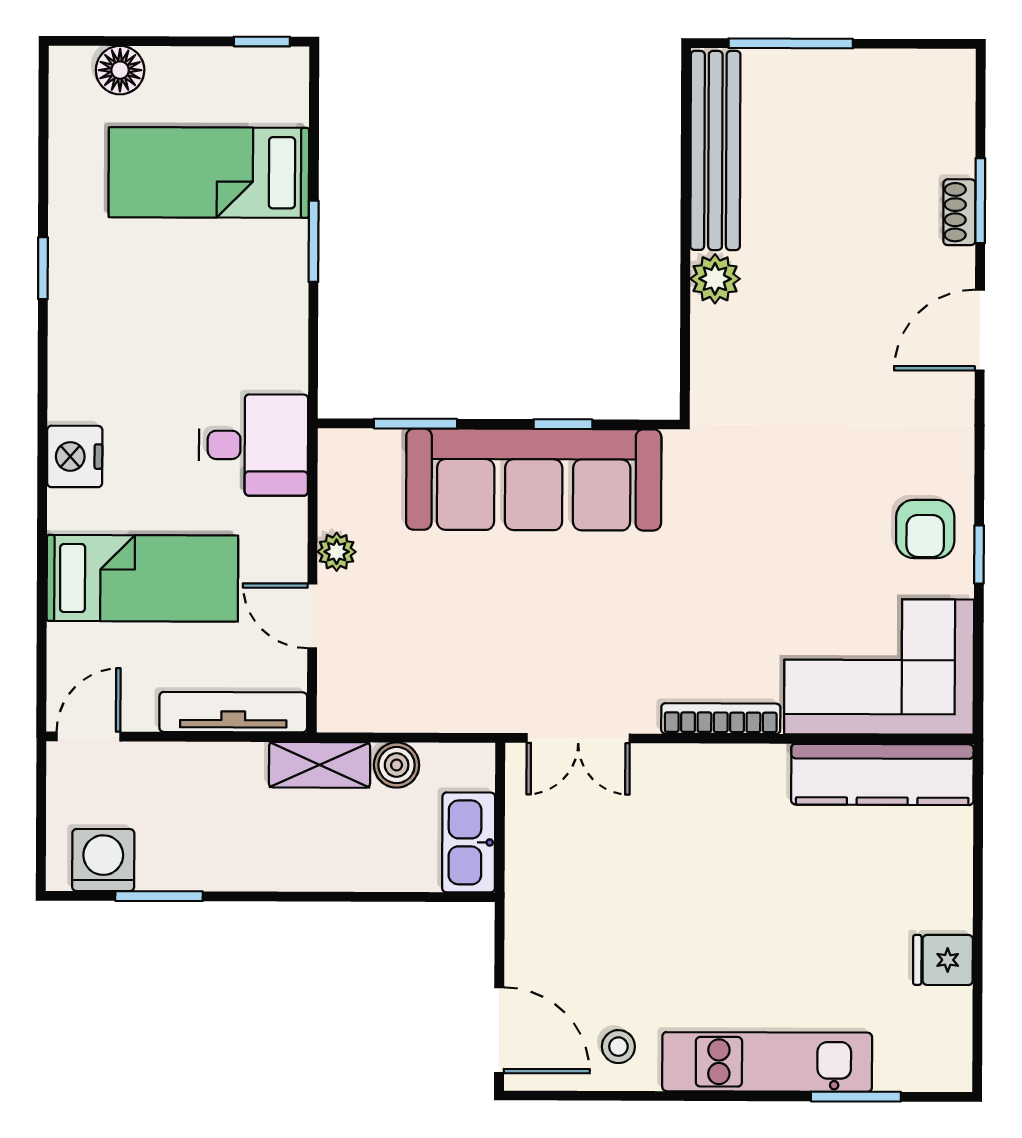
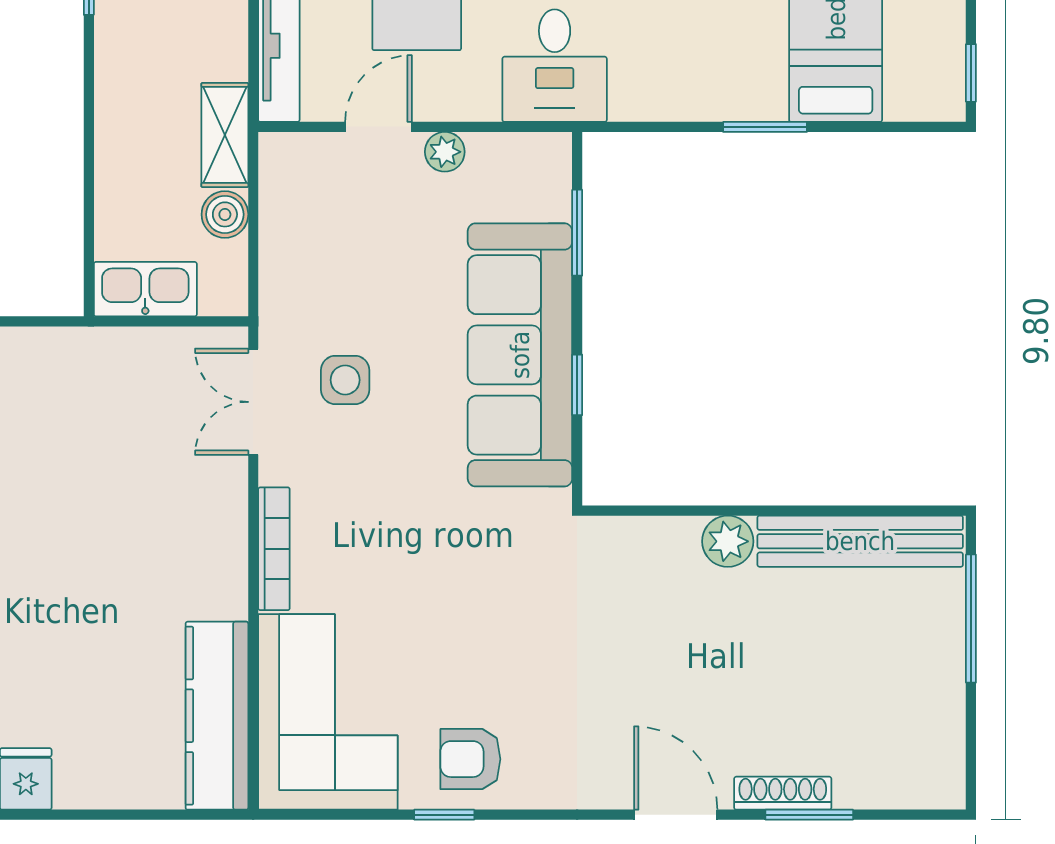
shoe rack: (959, 212) -> (783, 793), width x1.43
side table: (557, 649) -> (345, 380), added

